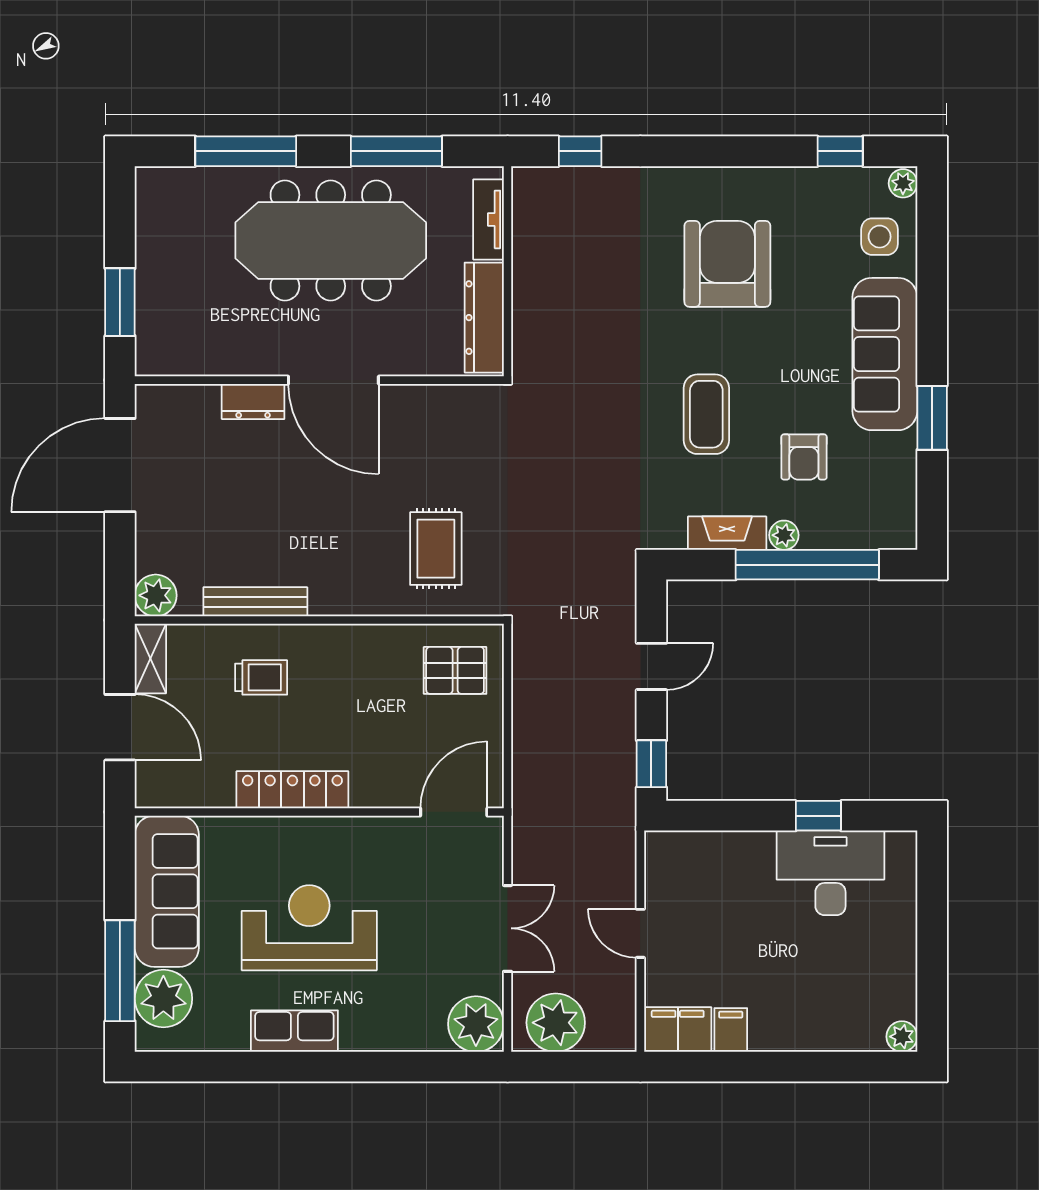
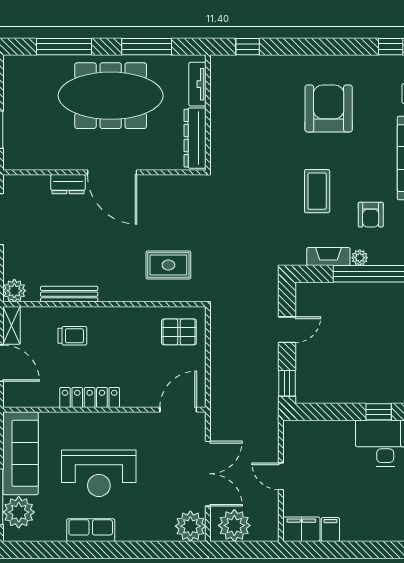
rug: (436, 549) -> (168, 265), turned 90
reception desk: (309, 928) -> (99, 473), turned 180
double door: (508, 928) -> (208, 474), width x1.37

